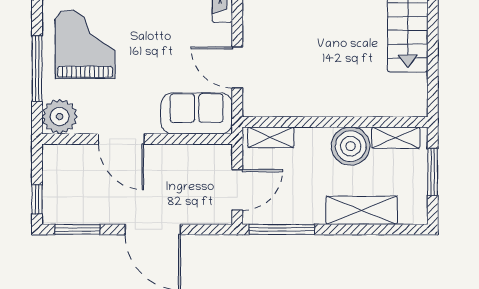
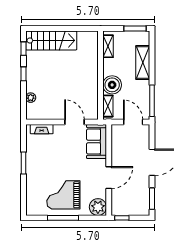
door: (237, 67) -> (74, 122), swing flipped
window: (37, 69) -> (63, 218), moved
boiler: (351, 146) -> (112, 85), moved
window: (433, 172) -> (135, 29), moved
window: (37, 199) -> (122, 218), moved

